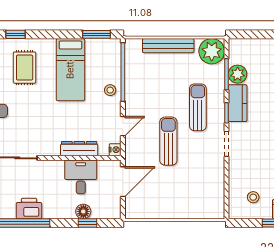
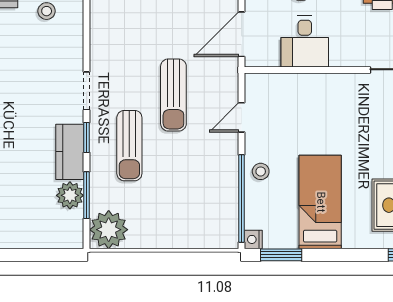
bench: (168, 46) -> (174, 238), removed
dresser: (79, 149) -> (307, 84), removed
nightstand: (115, 150) -> (253, 239), moved

